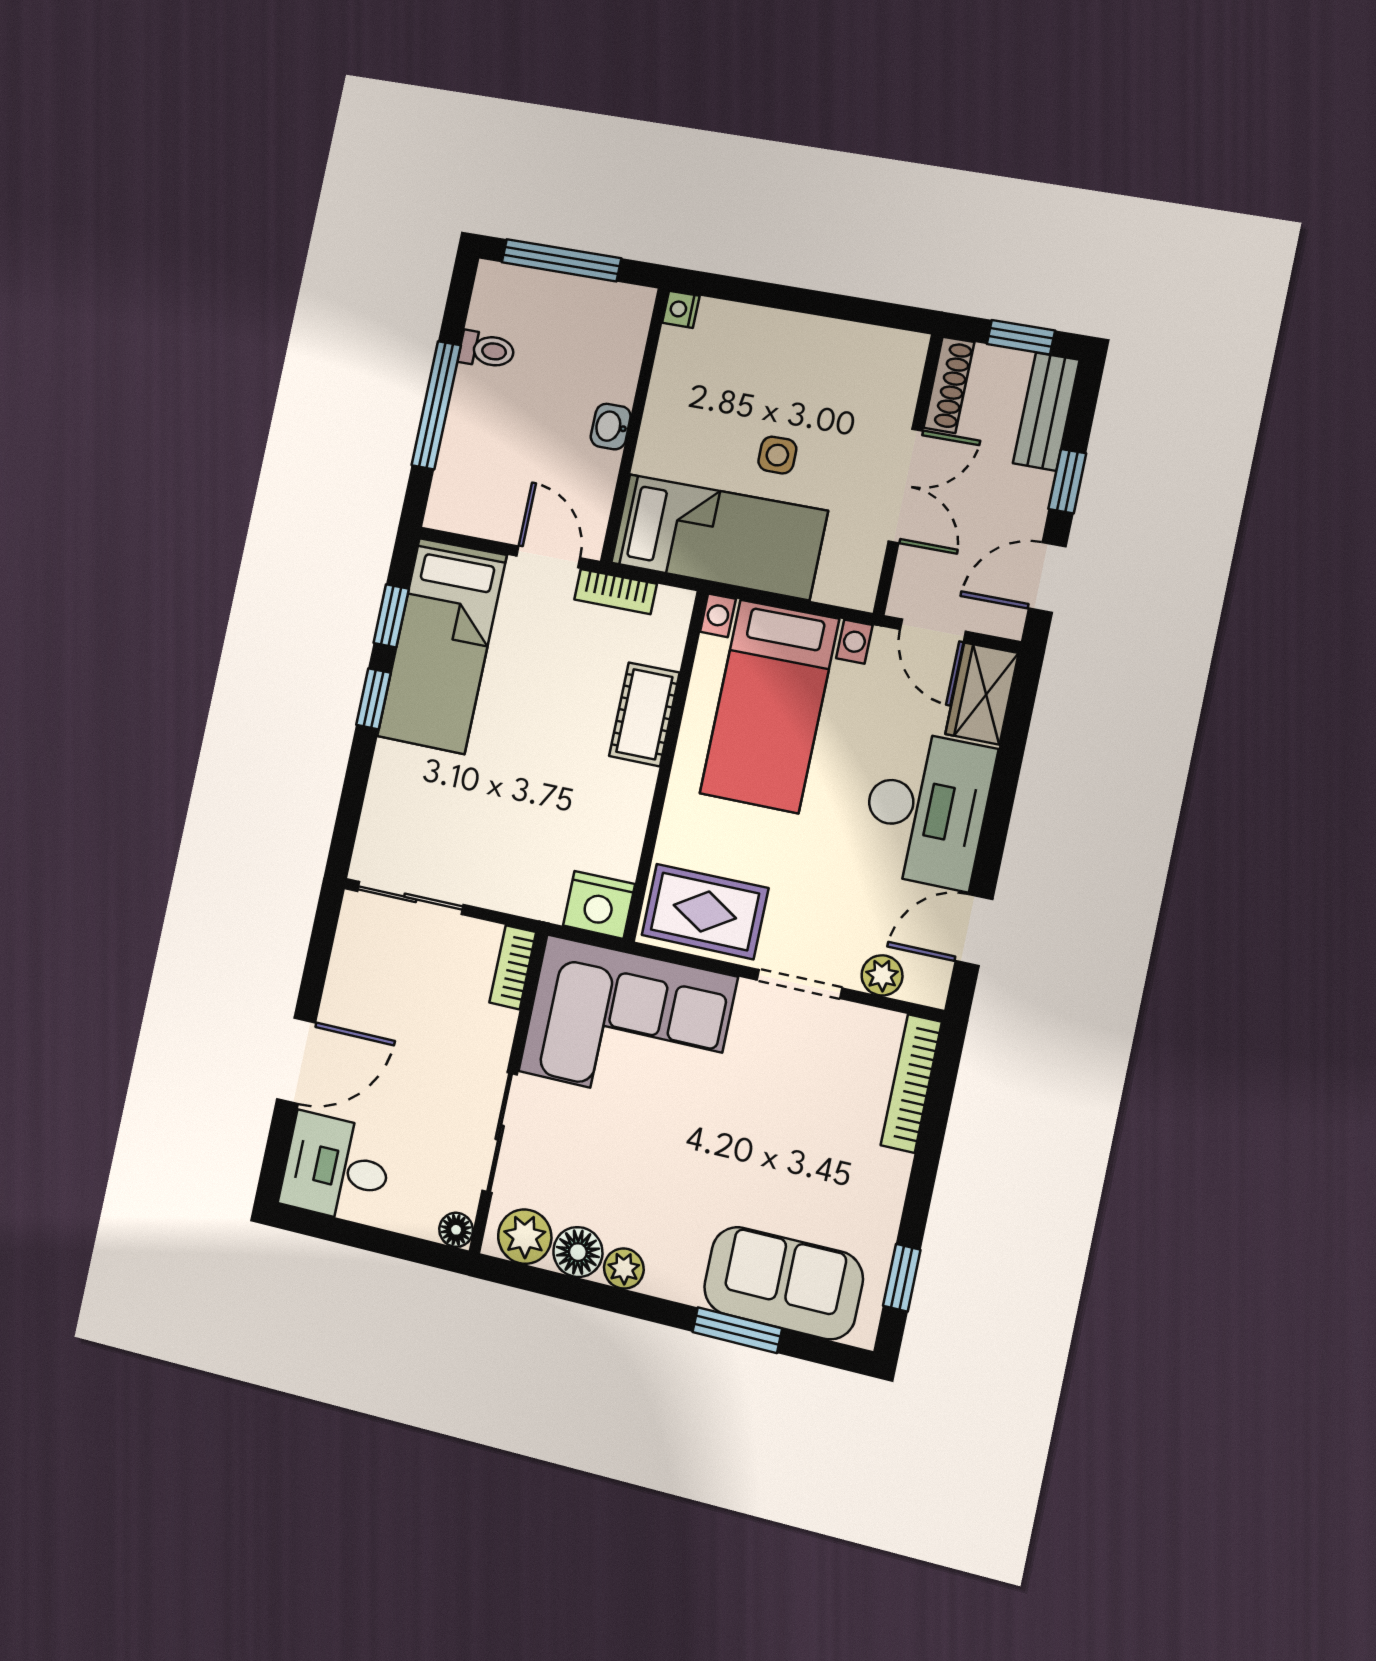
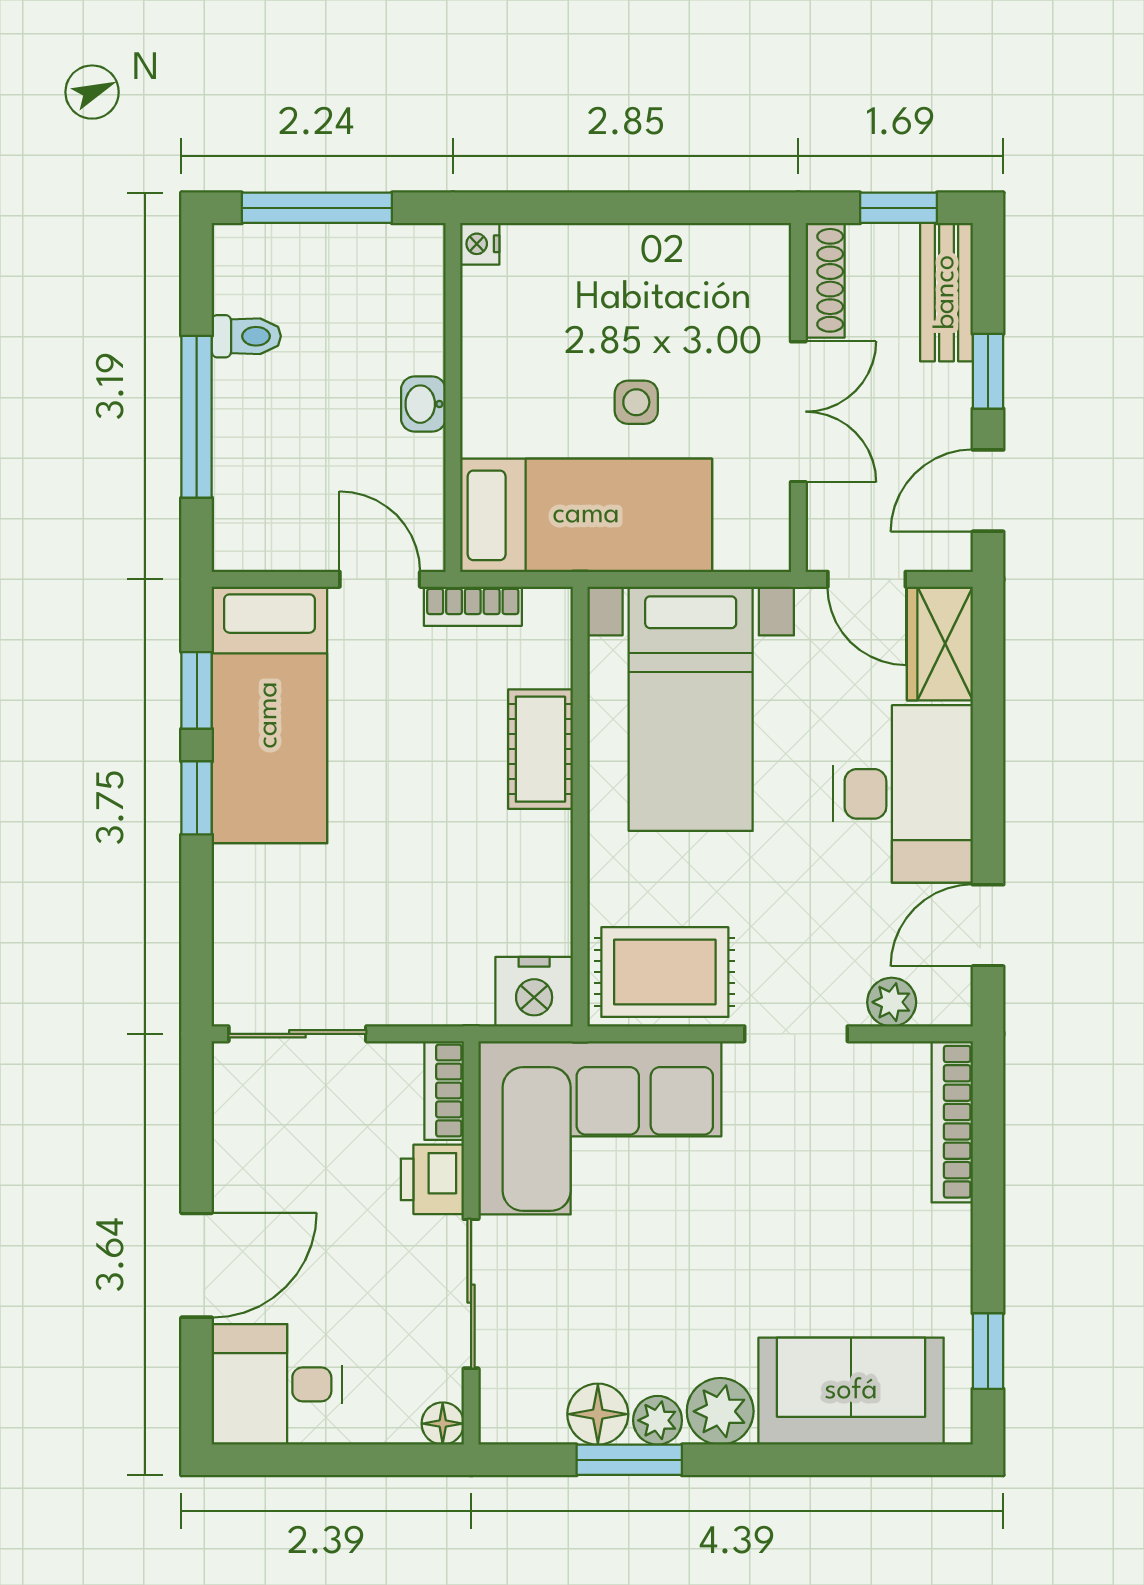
printer: (489, 1035) -> (432, 1179), added
plant: (525, 1237) -> (720, 1411), moved
window: (737, 1330) -> (629, 1460), moved

